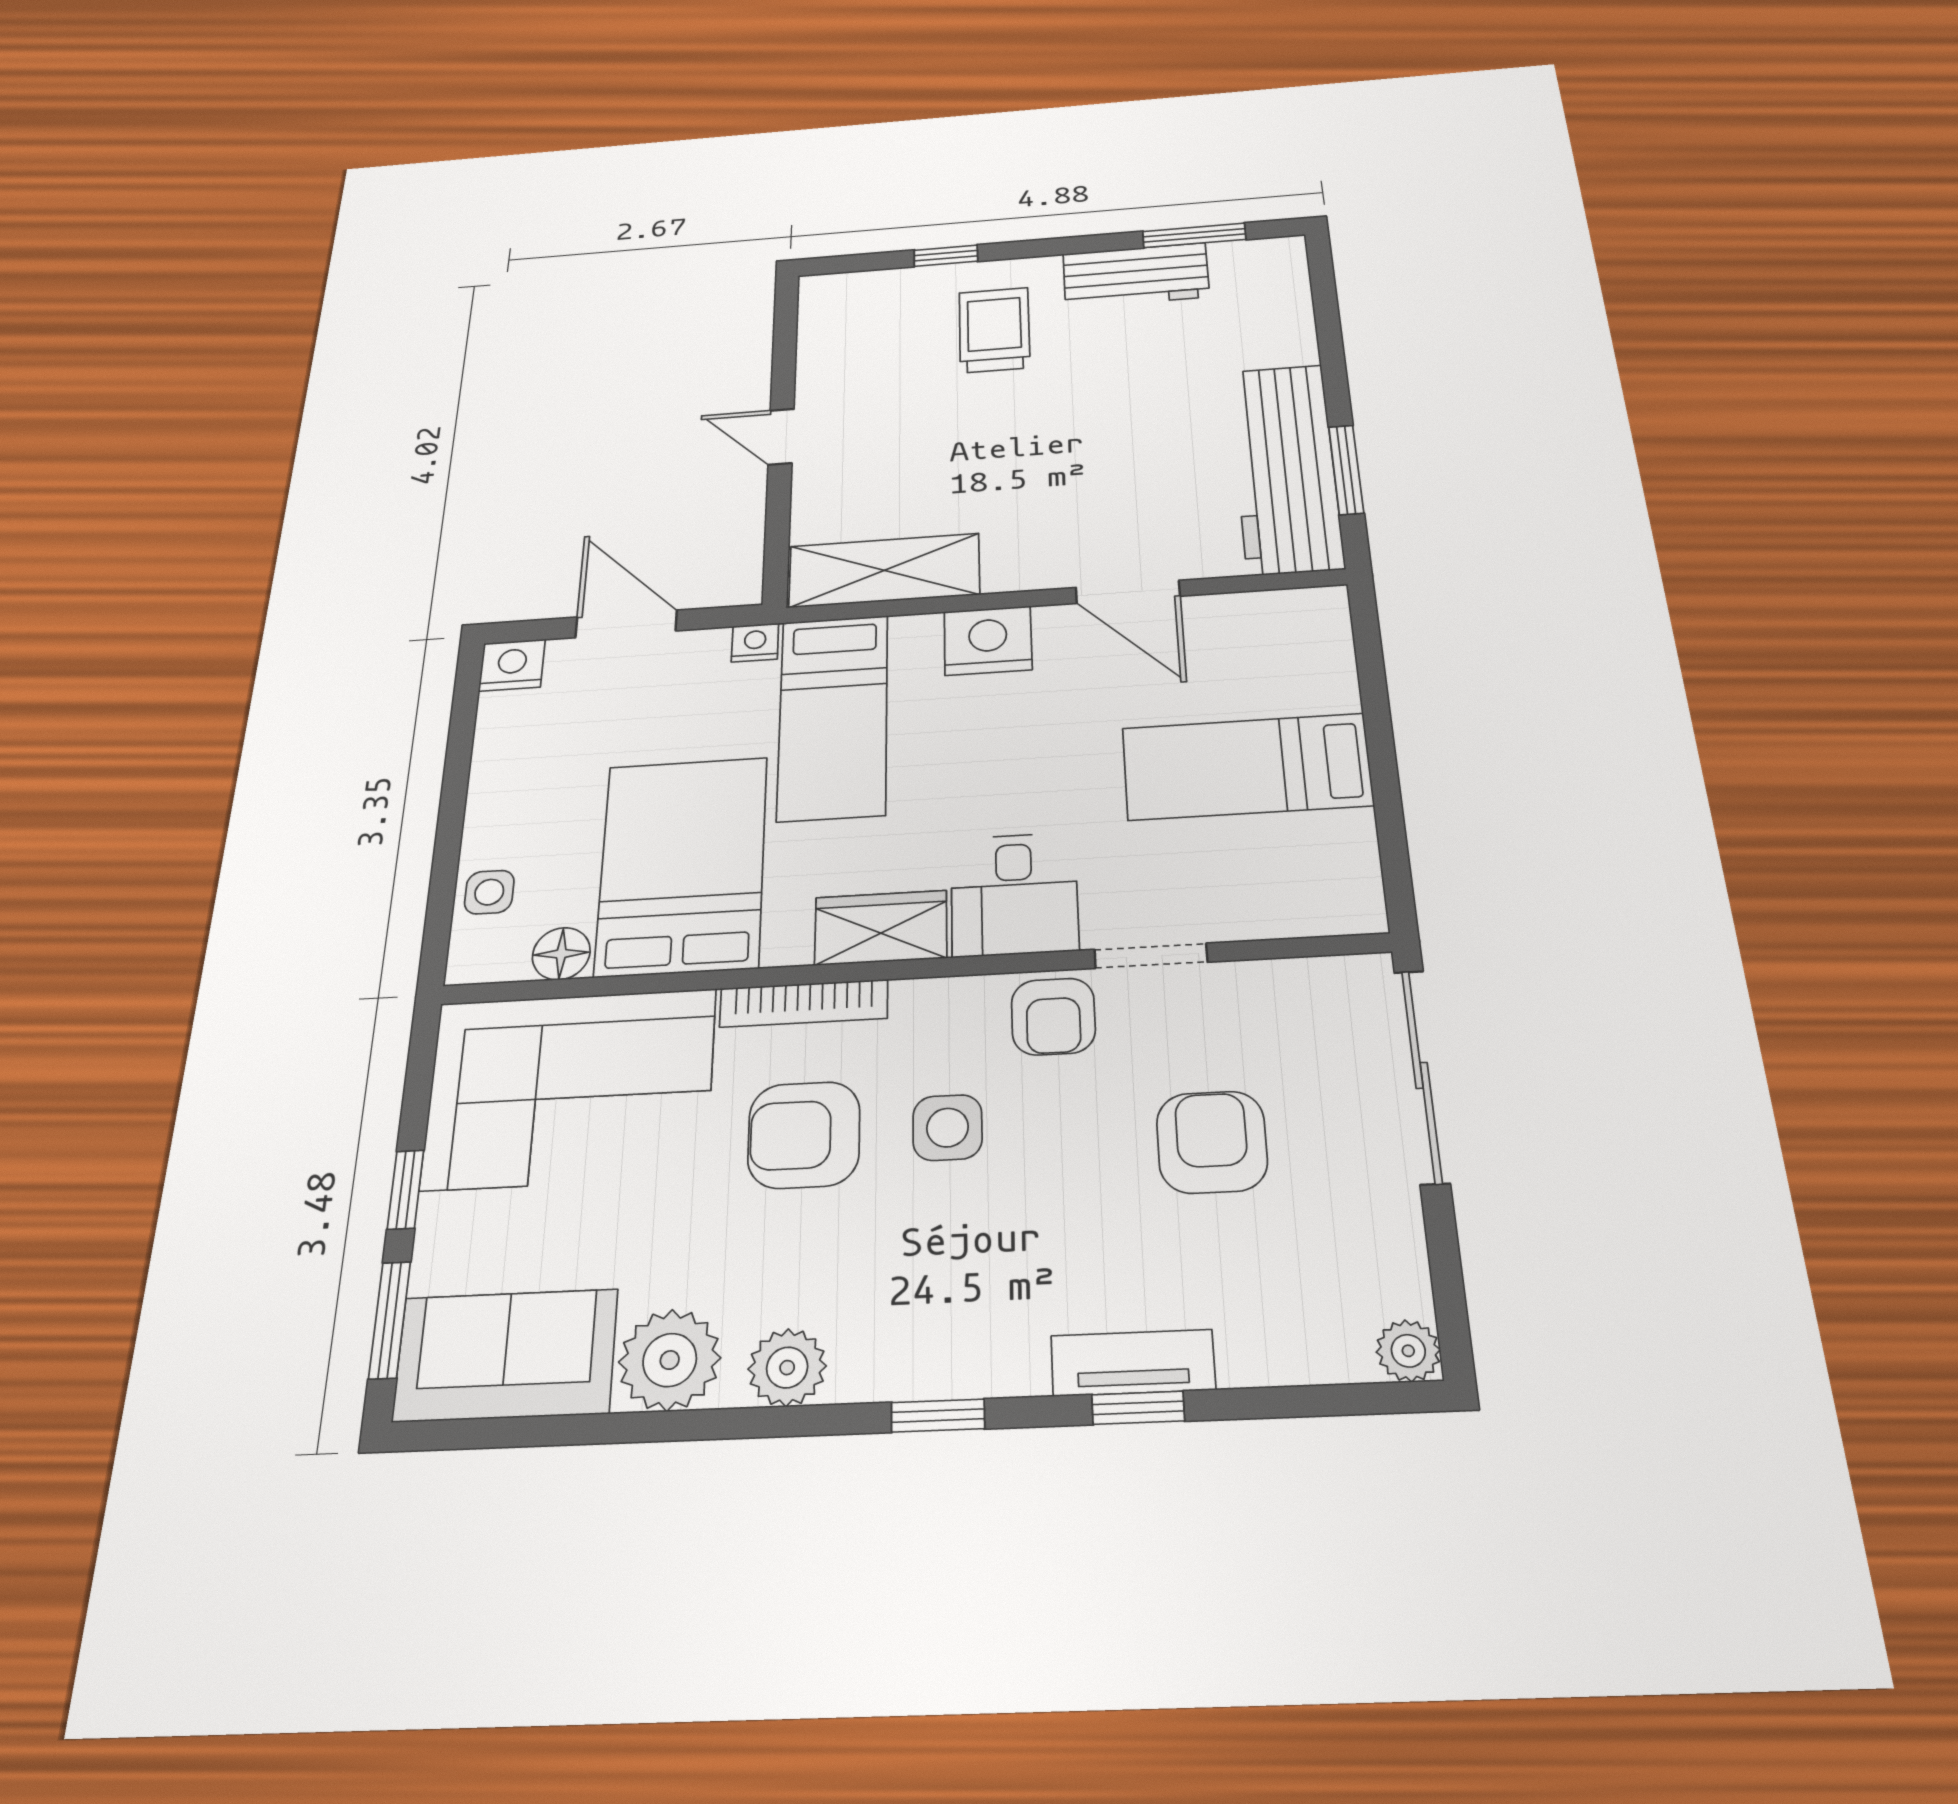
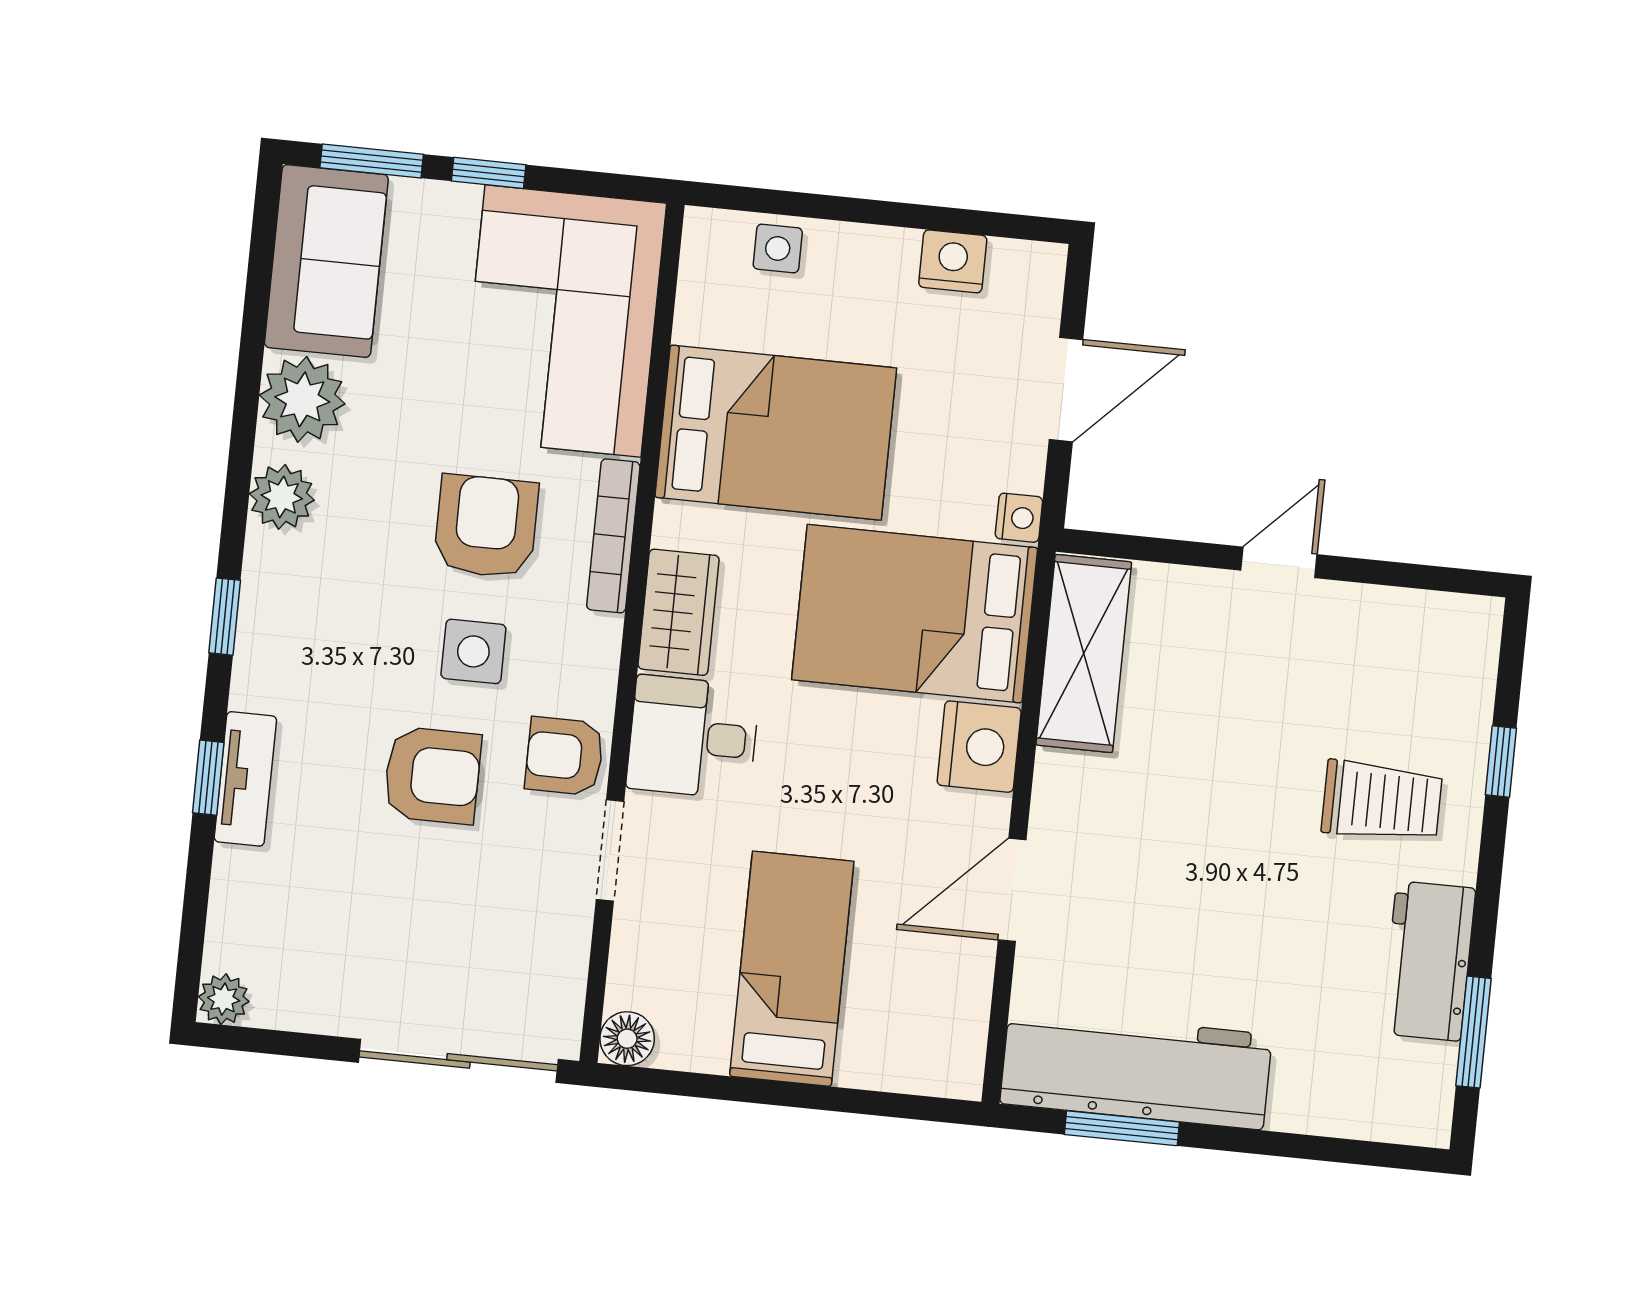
nightstand: (512, 665) -> (953, 261), moved, turned -90
bed: (833, 716) -> (915, 614), width x1.50
floor lamp: (561, 954) -> (627, 1039), moved
armchair: (1212, 1142) -> (432, 775), moved

